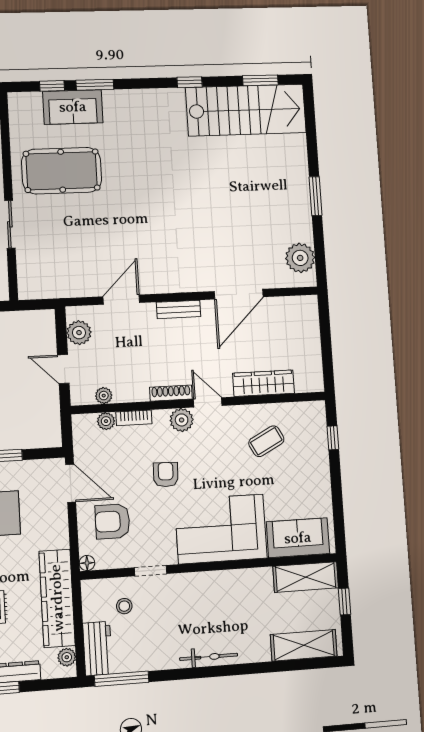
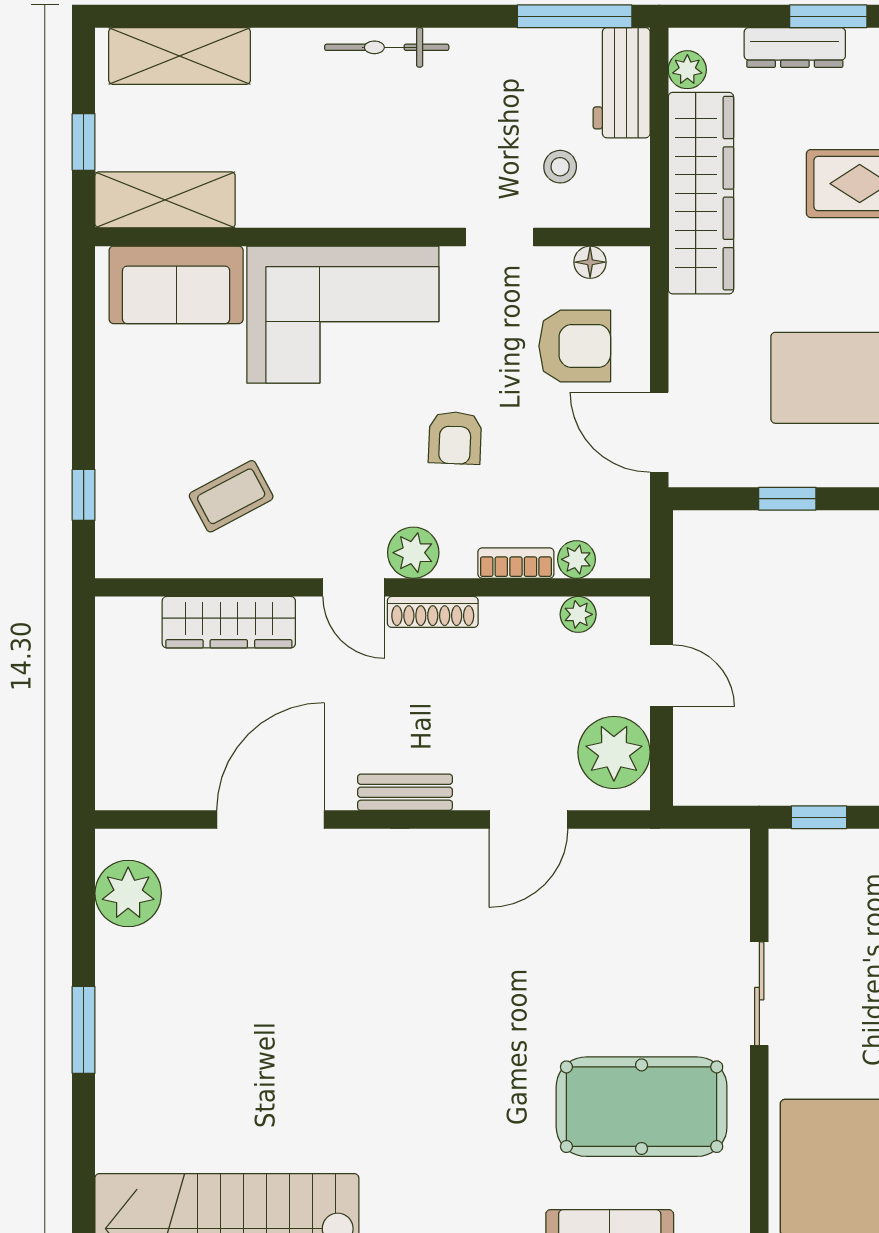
plant: (79, 333) -> (614, 752), width x1.36, depth x1.36
floor lamp: (87, 563) -> (590, 262), moved

